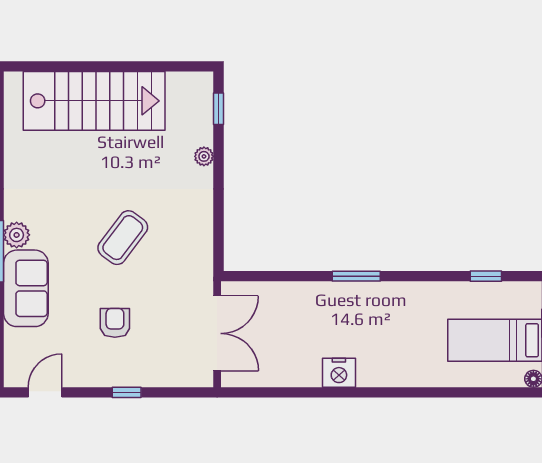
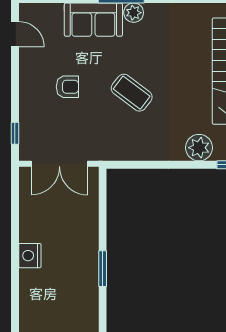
plant: (204, 156) -> (199, 148), width x1.88, depth x1.88
window: (127, 392) -> (15, 133), moved

